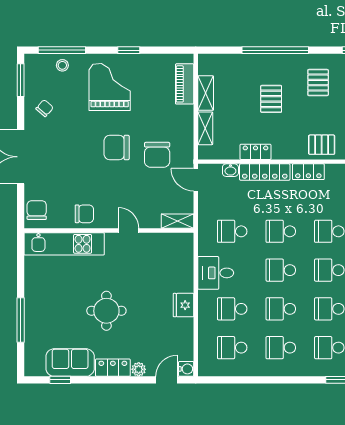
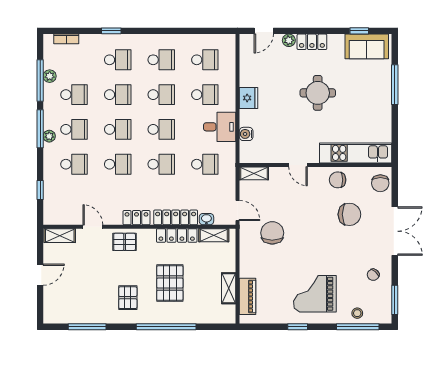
grand piano: (110, 87) -> (315, 294), turned 90
pallet: (271, 99) -> (170, 283), width x1.50, depth x1.42
shelving: (205, 128) -> (214, 235), moved, turned 90
chair: (117, 147) -> (349, 214), moved
locker: (255, 152) -> (177, 235), width x1.53
sofa: (70, 363) -> (367, 46), moved
water cooler: (186, 369) -> (246, 134), moved

